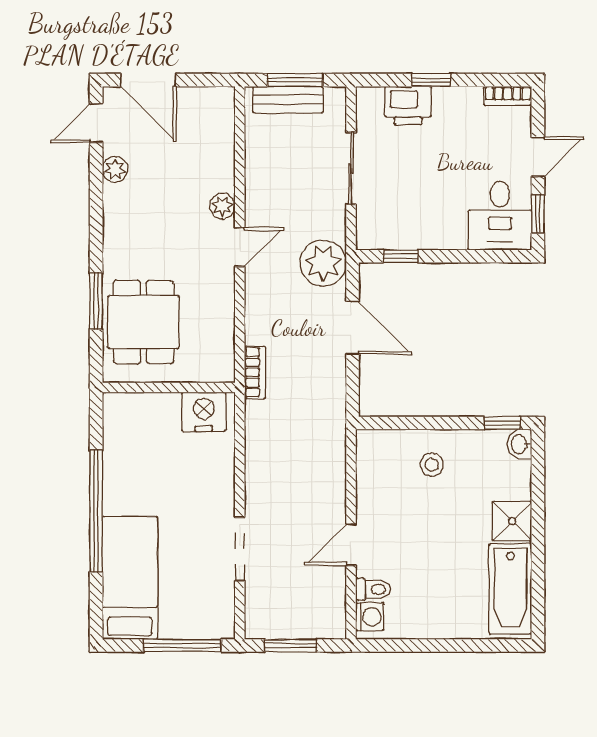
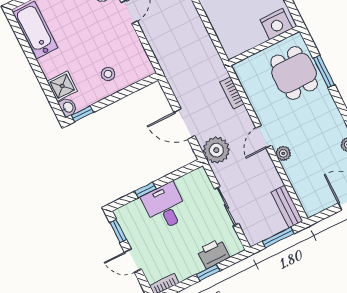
bench: (288, 100) -> (287, 206), moved, turned 90
door: (538, 157) -> (133, 261), hinge flipped
desk: (500, 216) -> (165, 206), moved
window: (401, 256) -> (146, 190), moved
bookcase: (255, 372) -> (232, 93), moved
nightstand: (204, 412) -> (276, 24), moved
shower: (512, 521) -> (62, 86), moved

